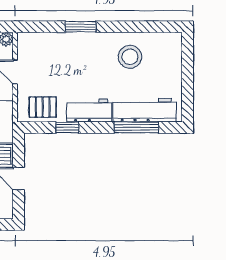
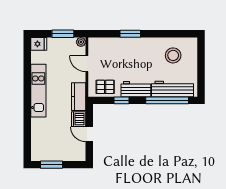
stool: (130, 57) -> (173, 55), moved
window: (136, 127) -> (167, 100), width x1.46

